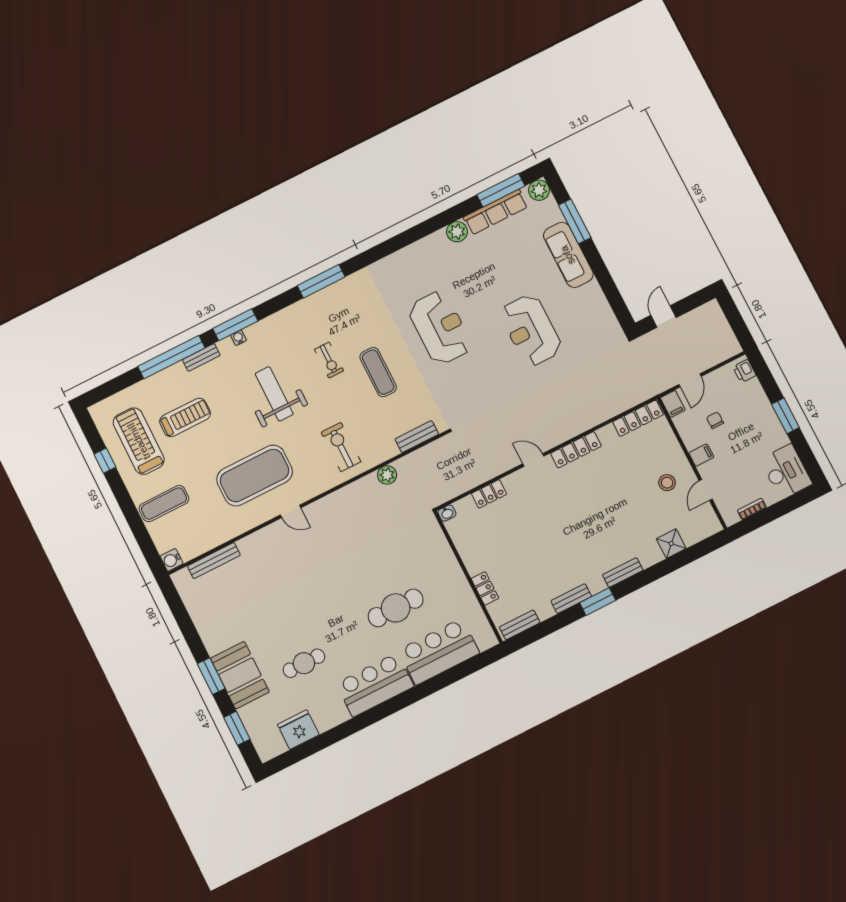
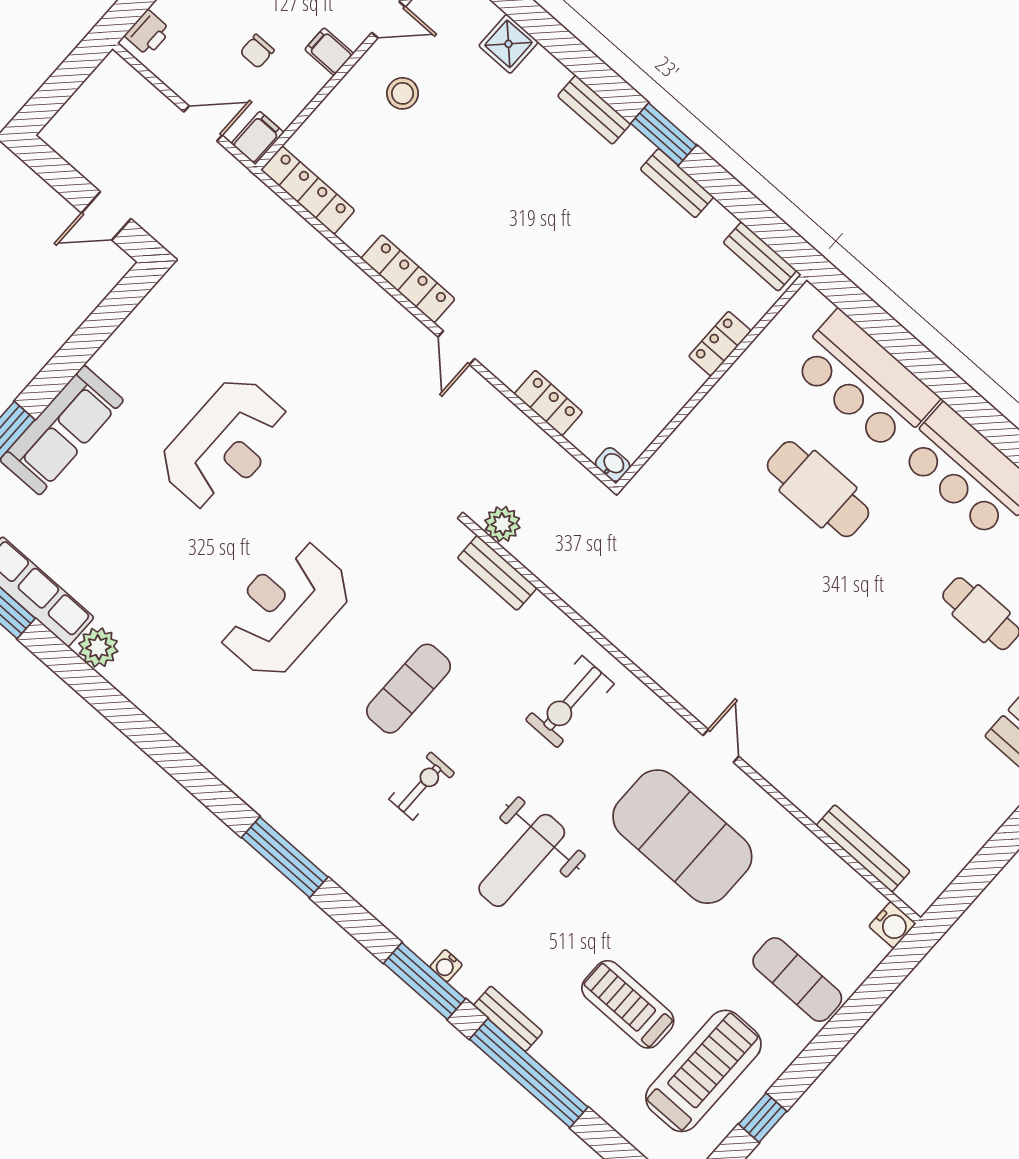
treadmill: (139, 441) -> (703, 1071), turned 180
plant: (387, 475) -> (502, 524), moved

